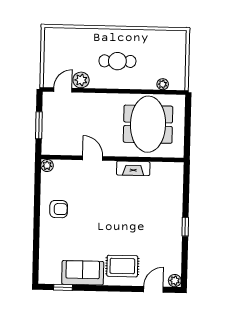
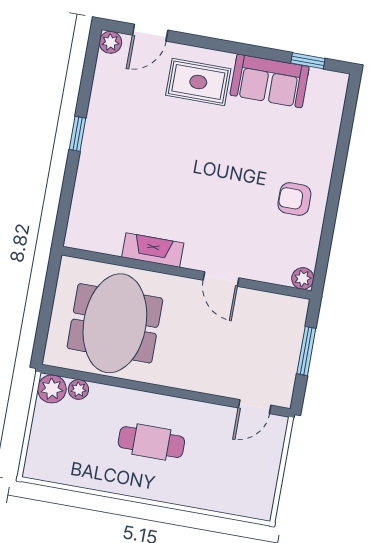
plant: (81, 80) -> (52, 389), moved

